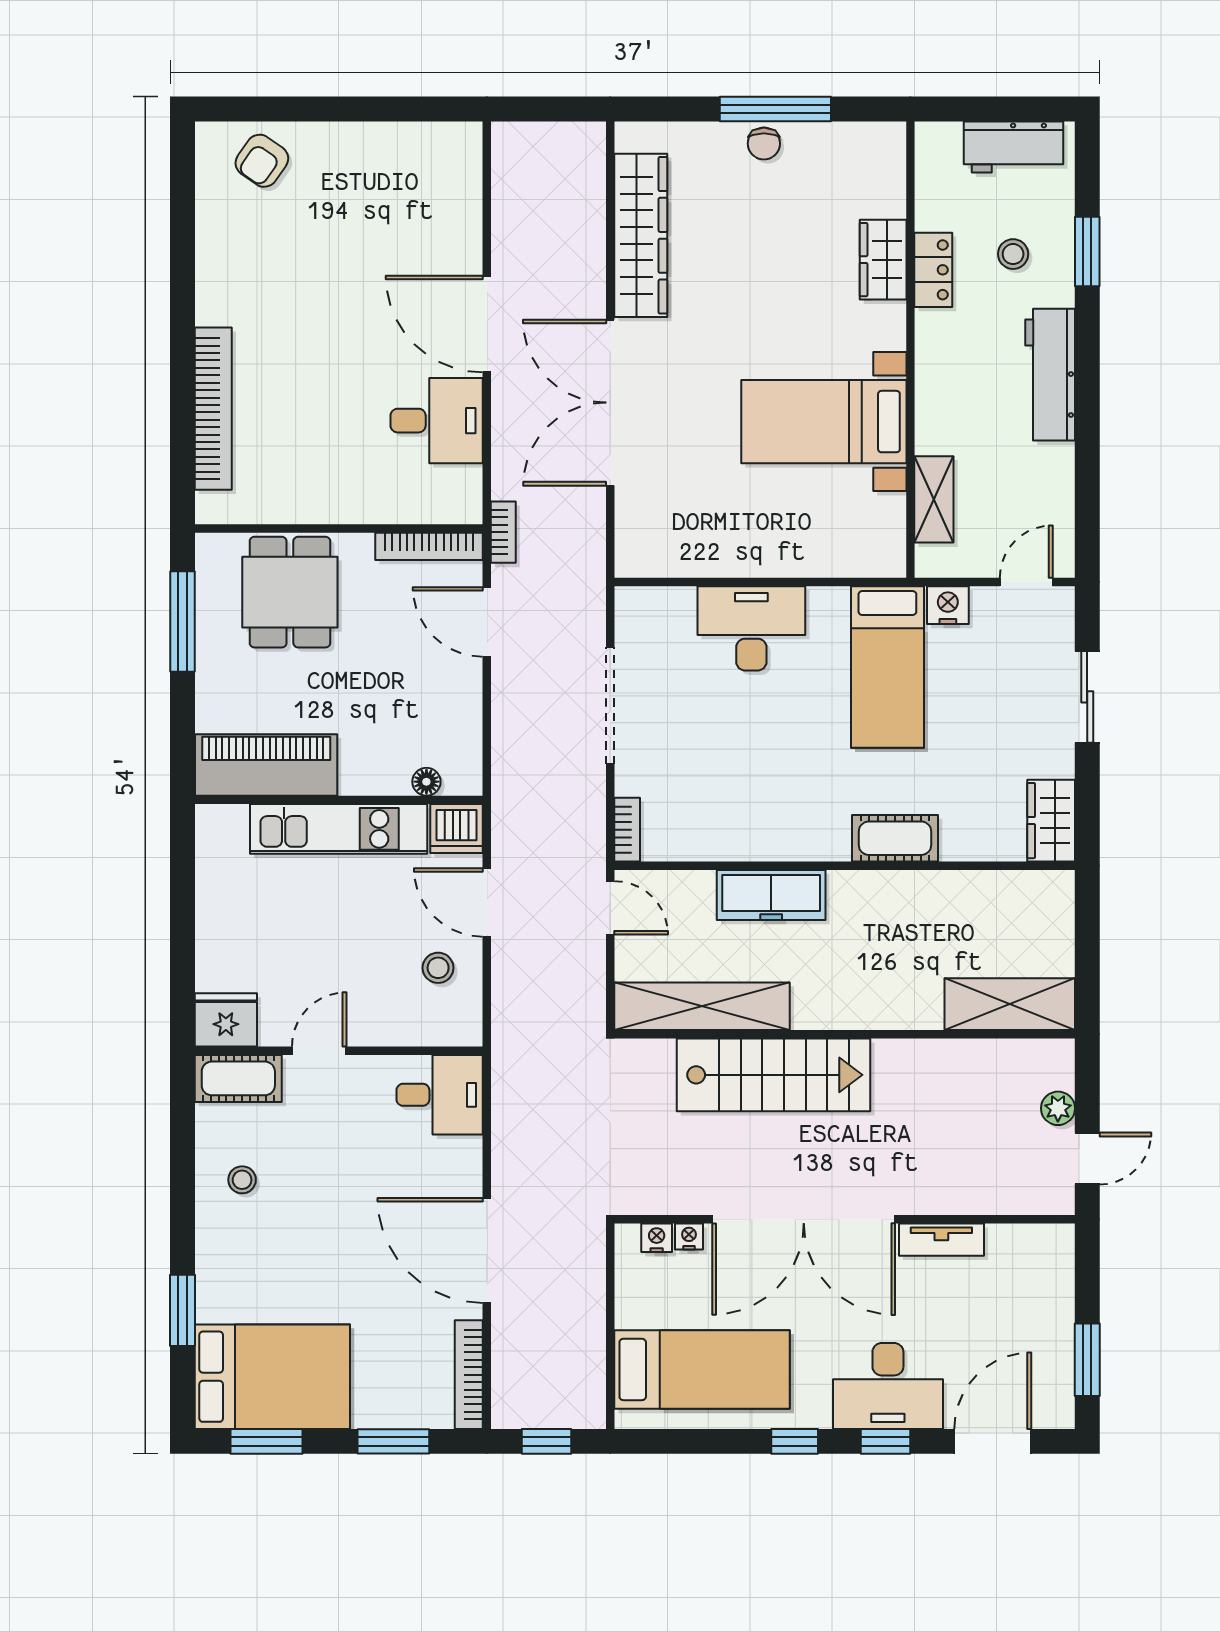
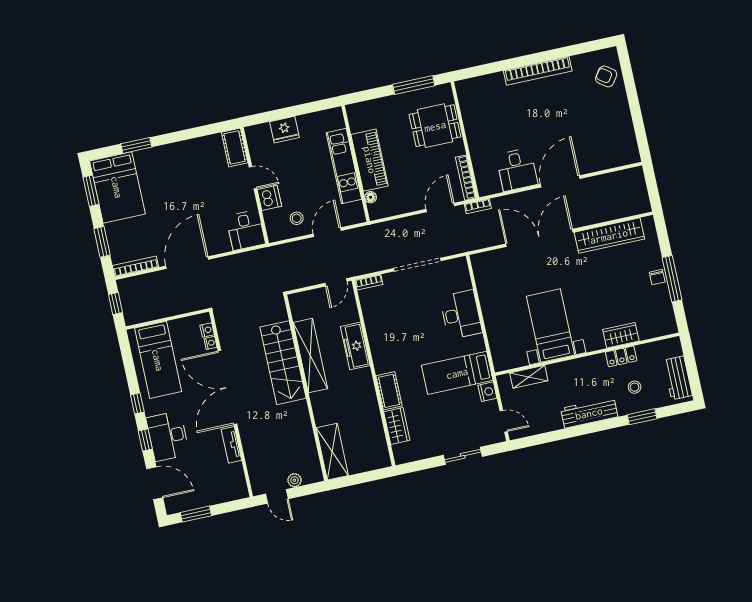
chair: (764, 144) -> (657, 277), turned -90
bookcase: (213, 409) -> (538, 71), moved
piano: (266, 765) -> (370, 160), moved
wardrobe: (1051, 821) -> (397, 426), moved, turned 90
dishwasher: (456, 828) -> (269, 198), moved, turned 180
shelving: (702, 1006) -> (310, 356), moved
fridge: (226, 1020) -> (285, 130), moved, turned 90
stool: (242, 1180) -> (194, 158), removed

